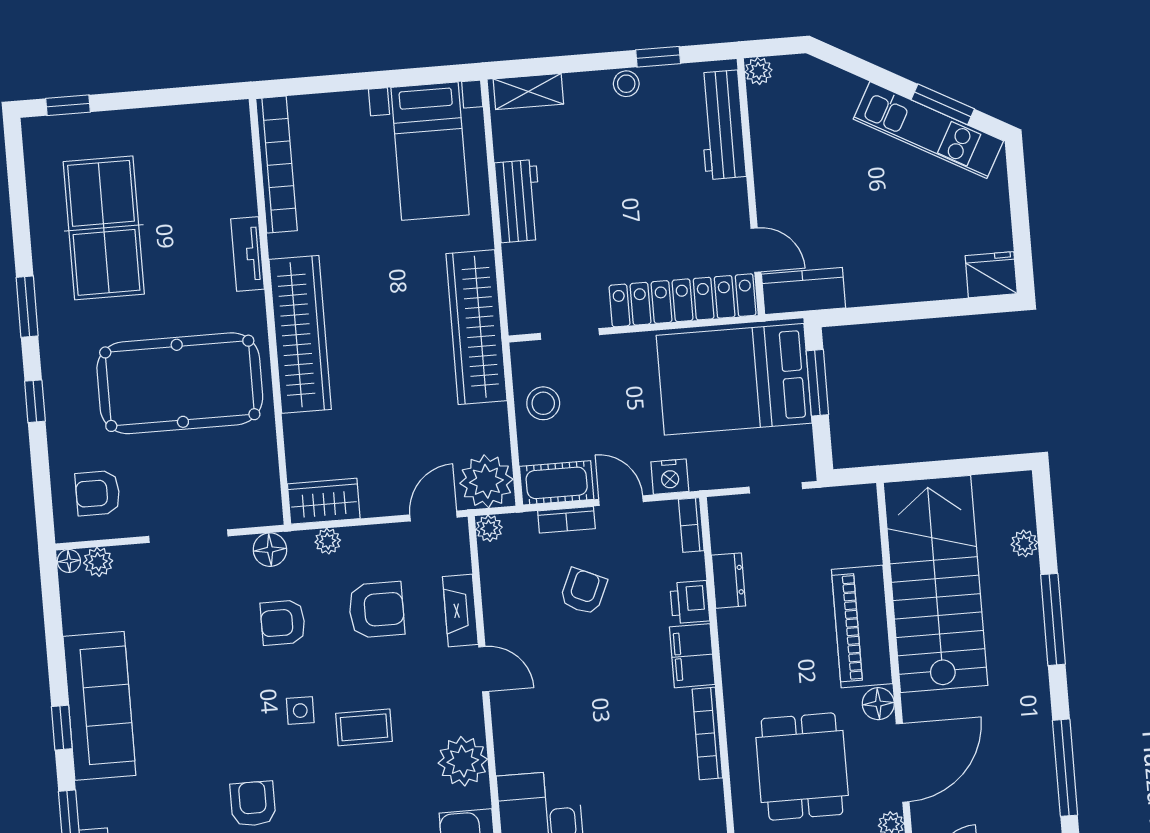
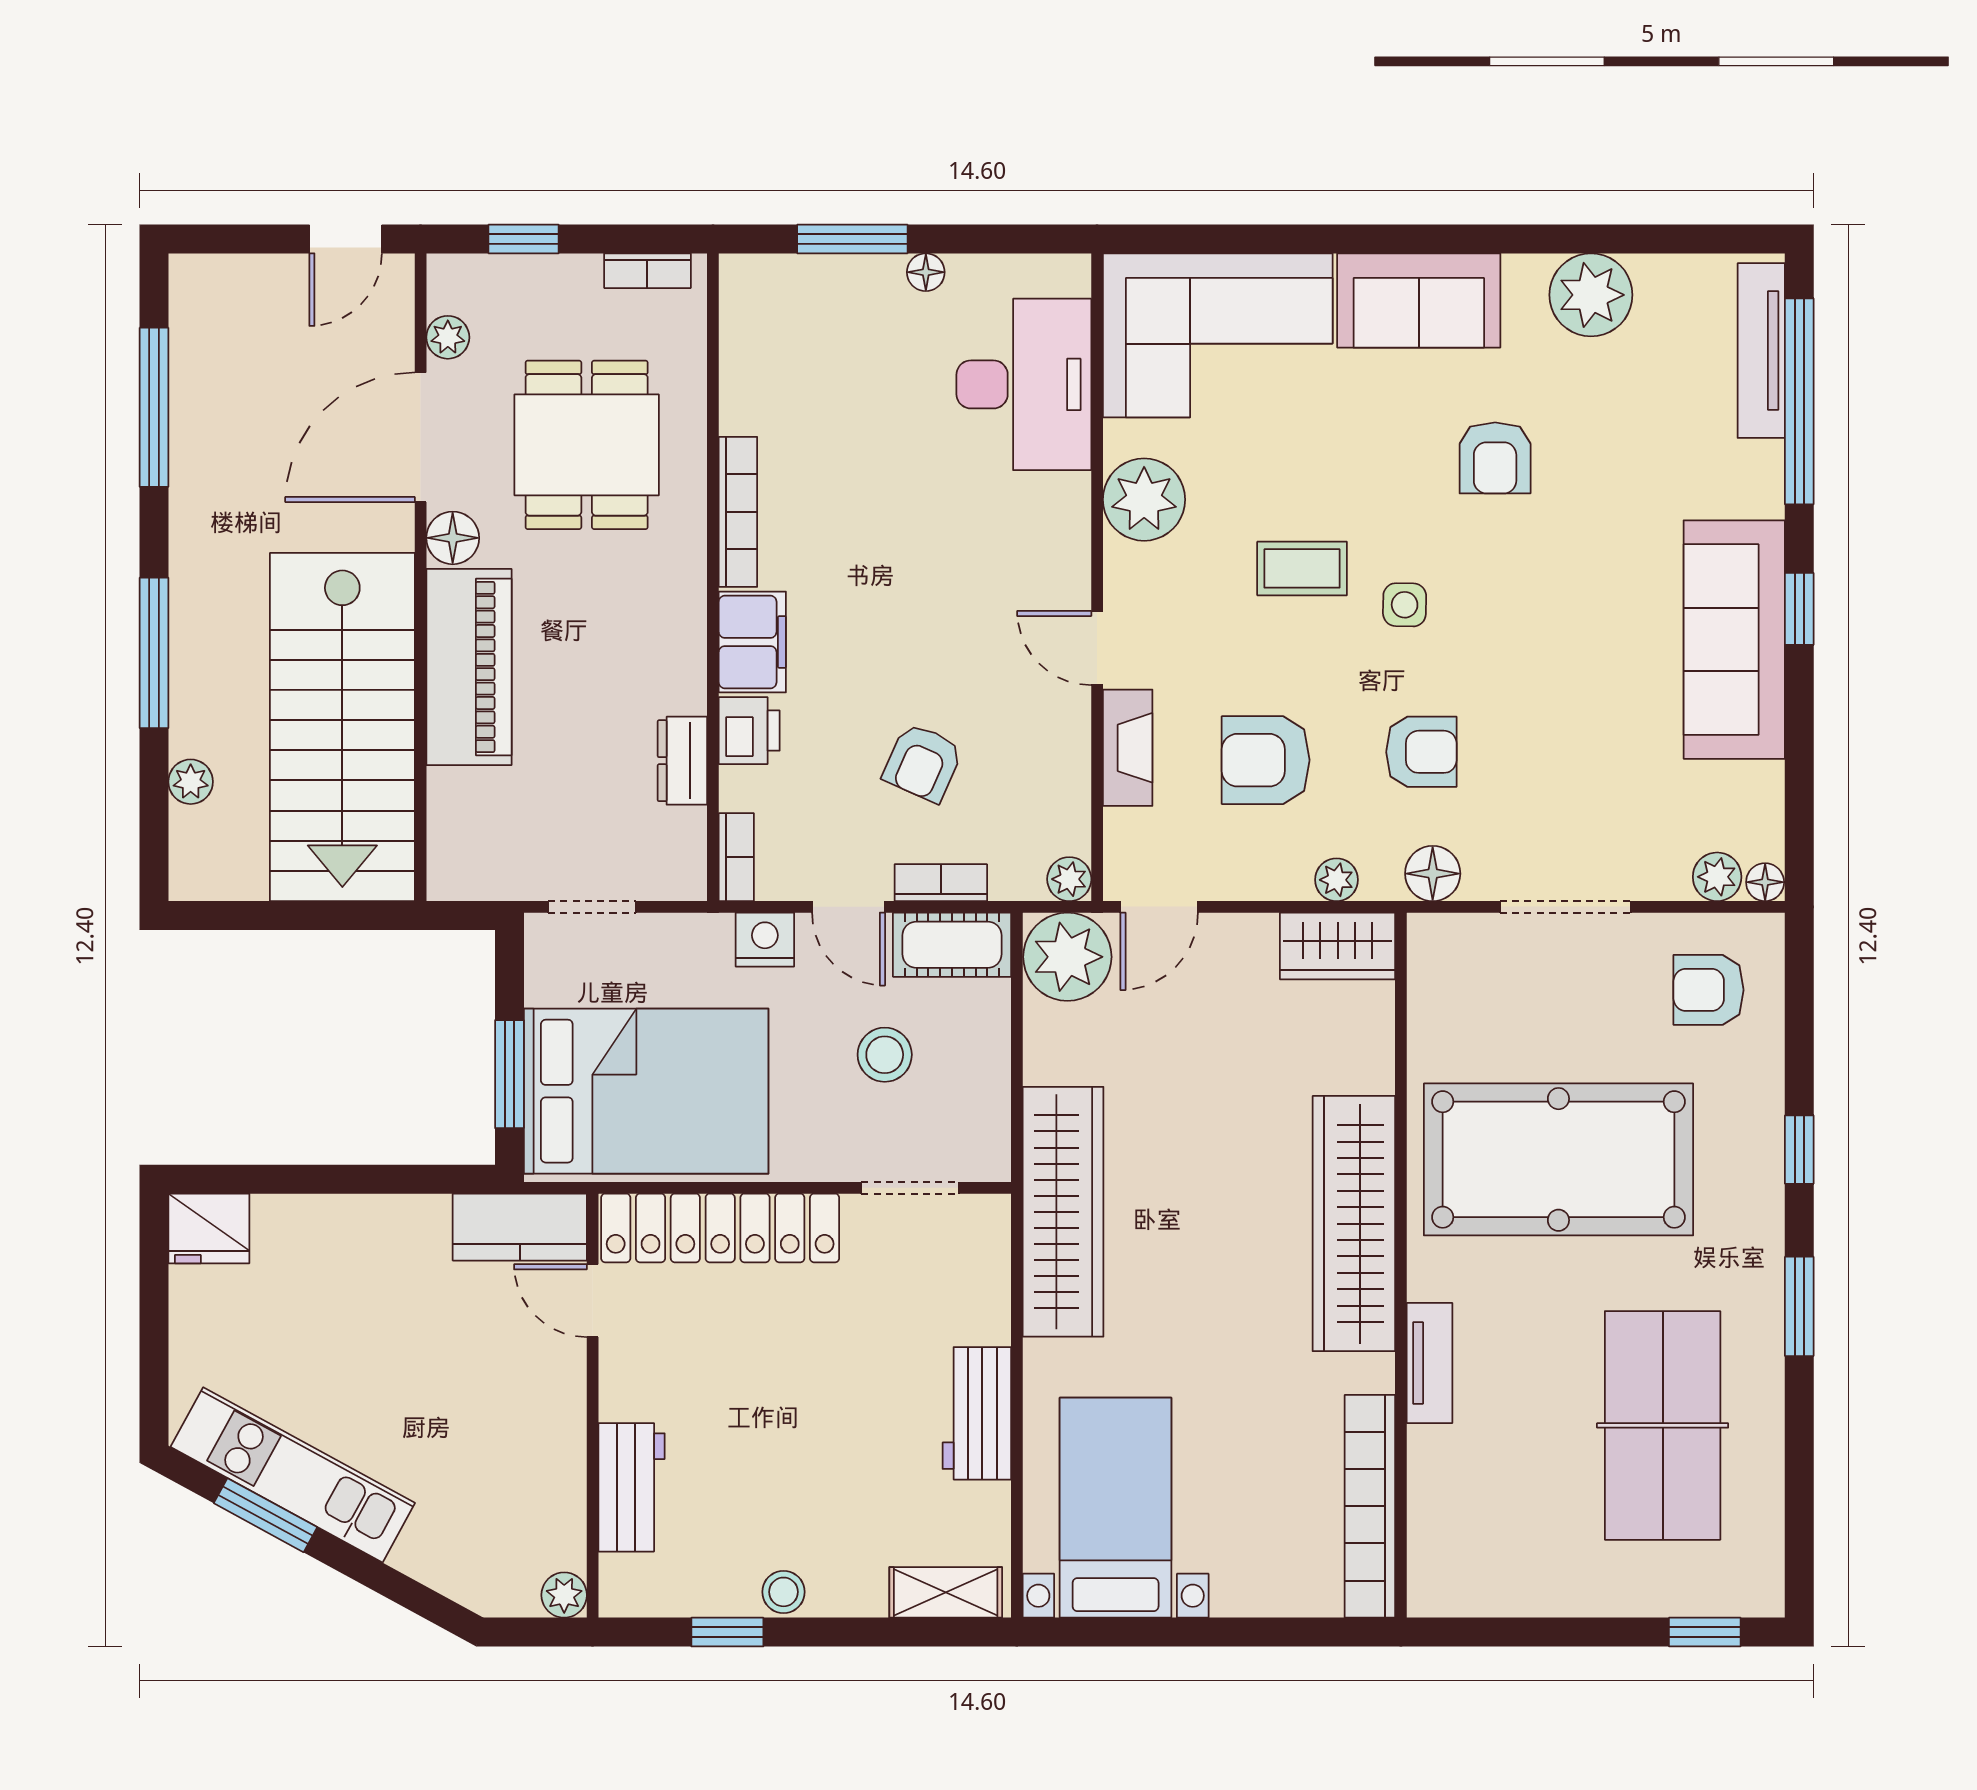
workbench: (722, 125) -> (632, 1487), width x0.73
stool: (543, 403) -> (885, 1055), moved
armchair: (98, 493) -> (1709, 990), turned 180

